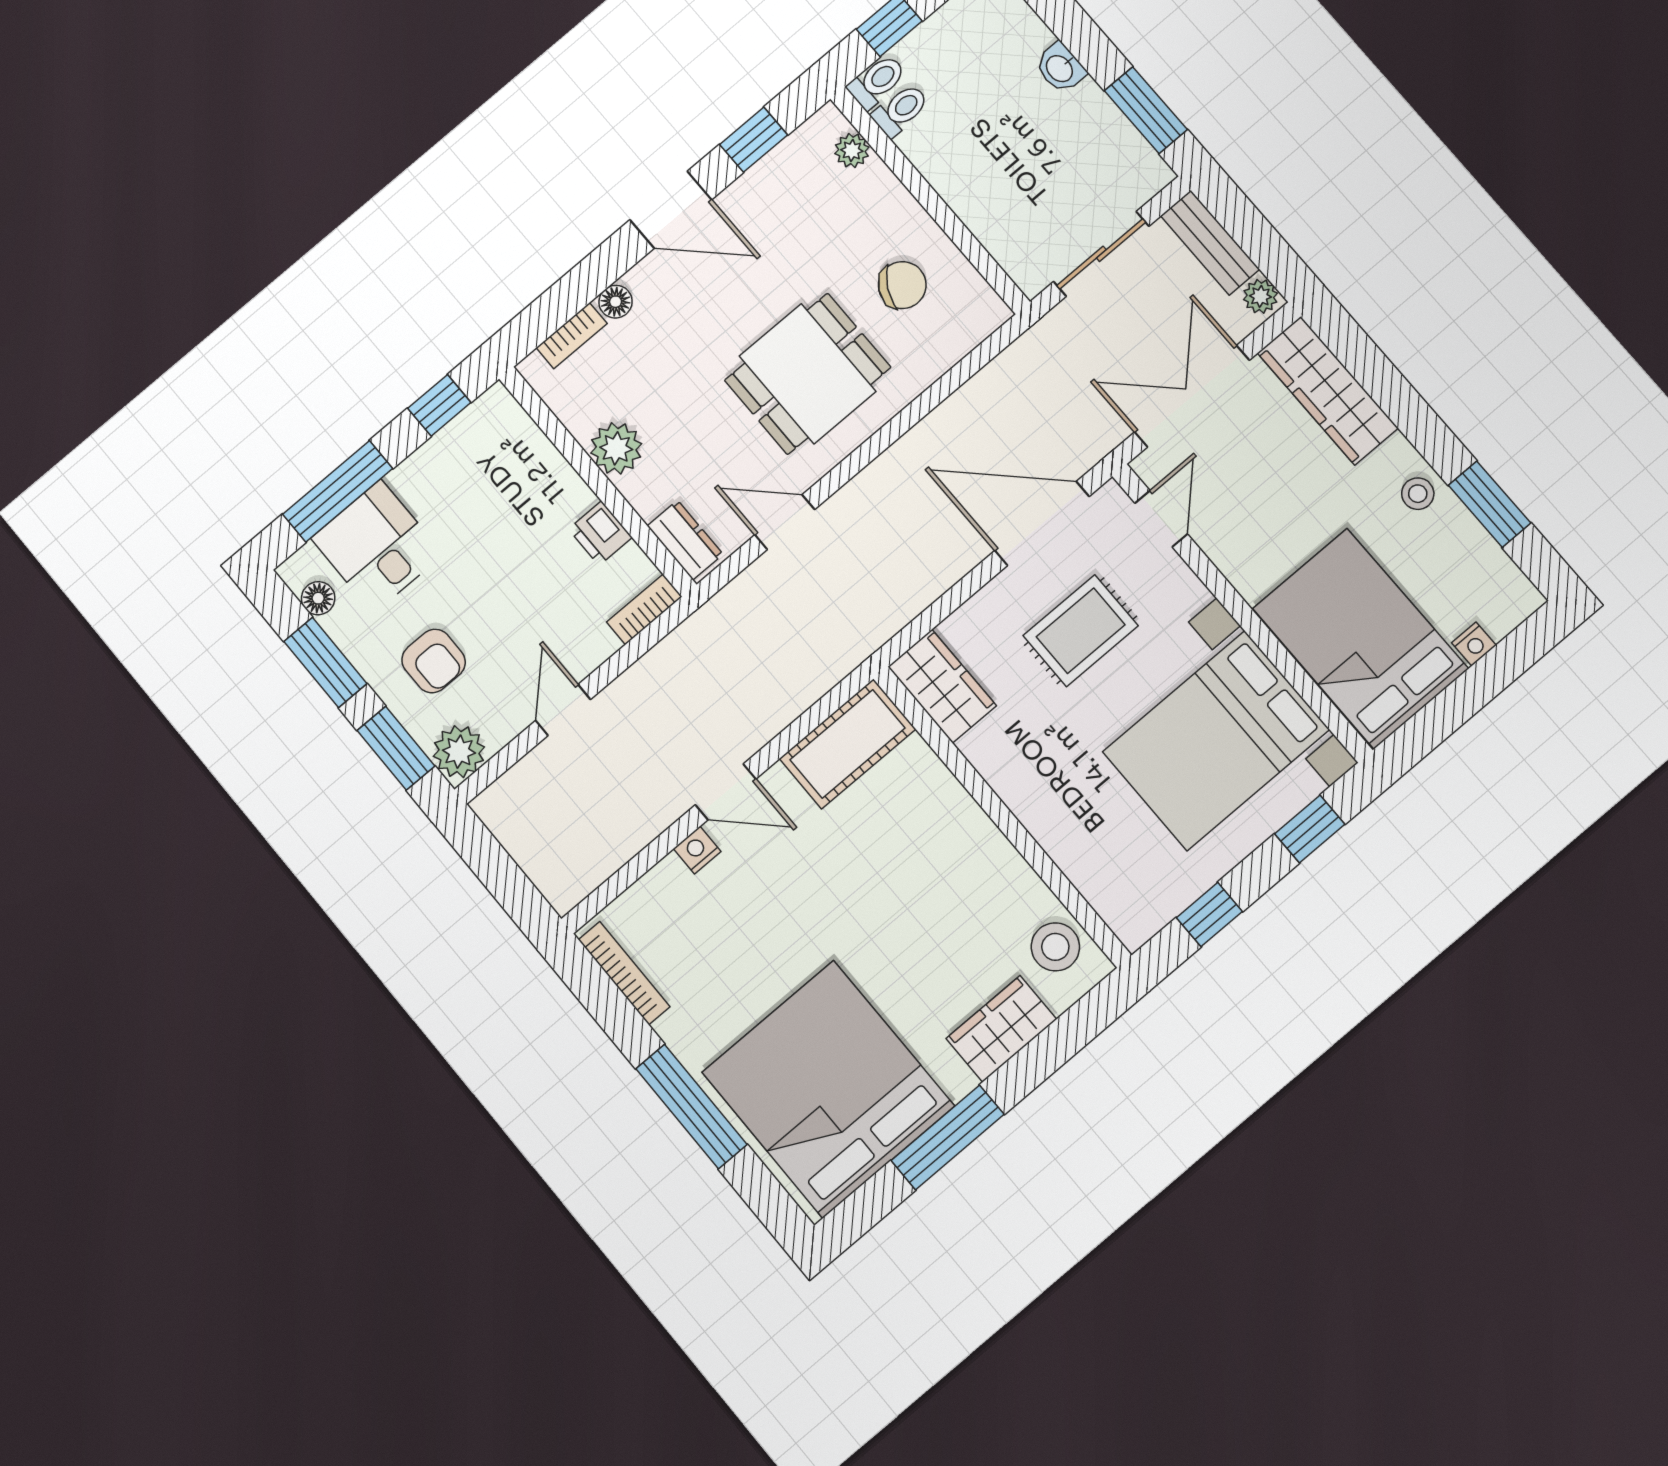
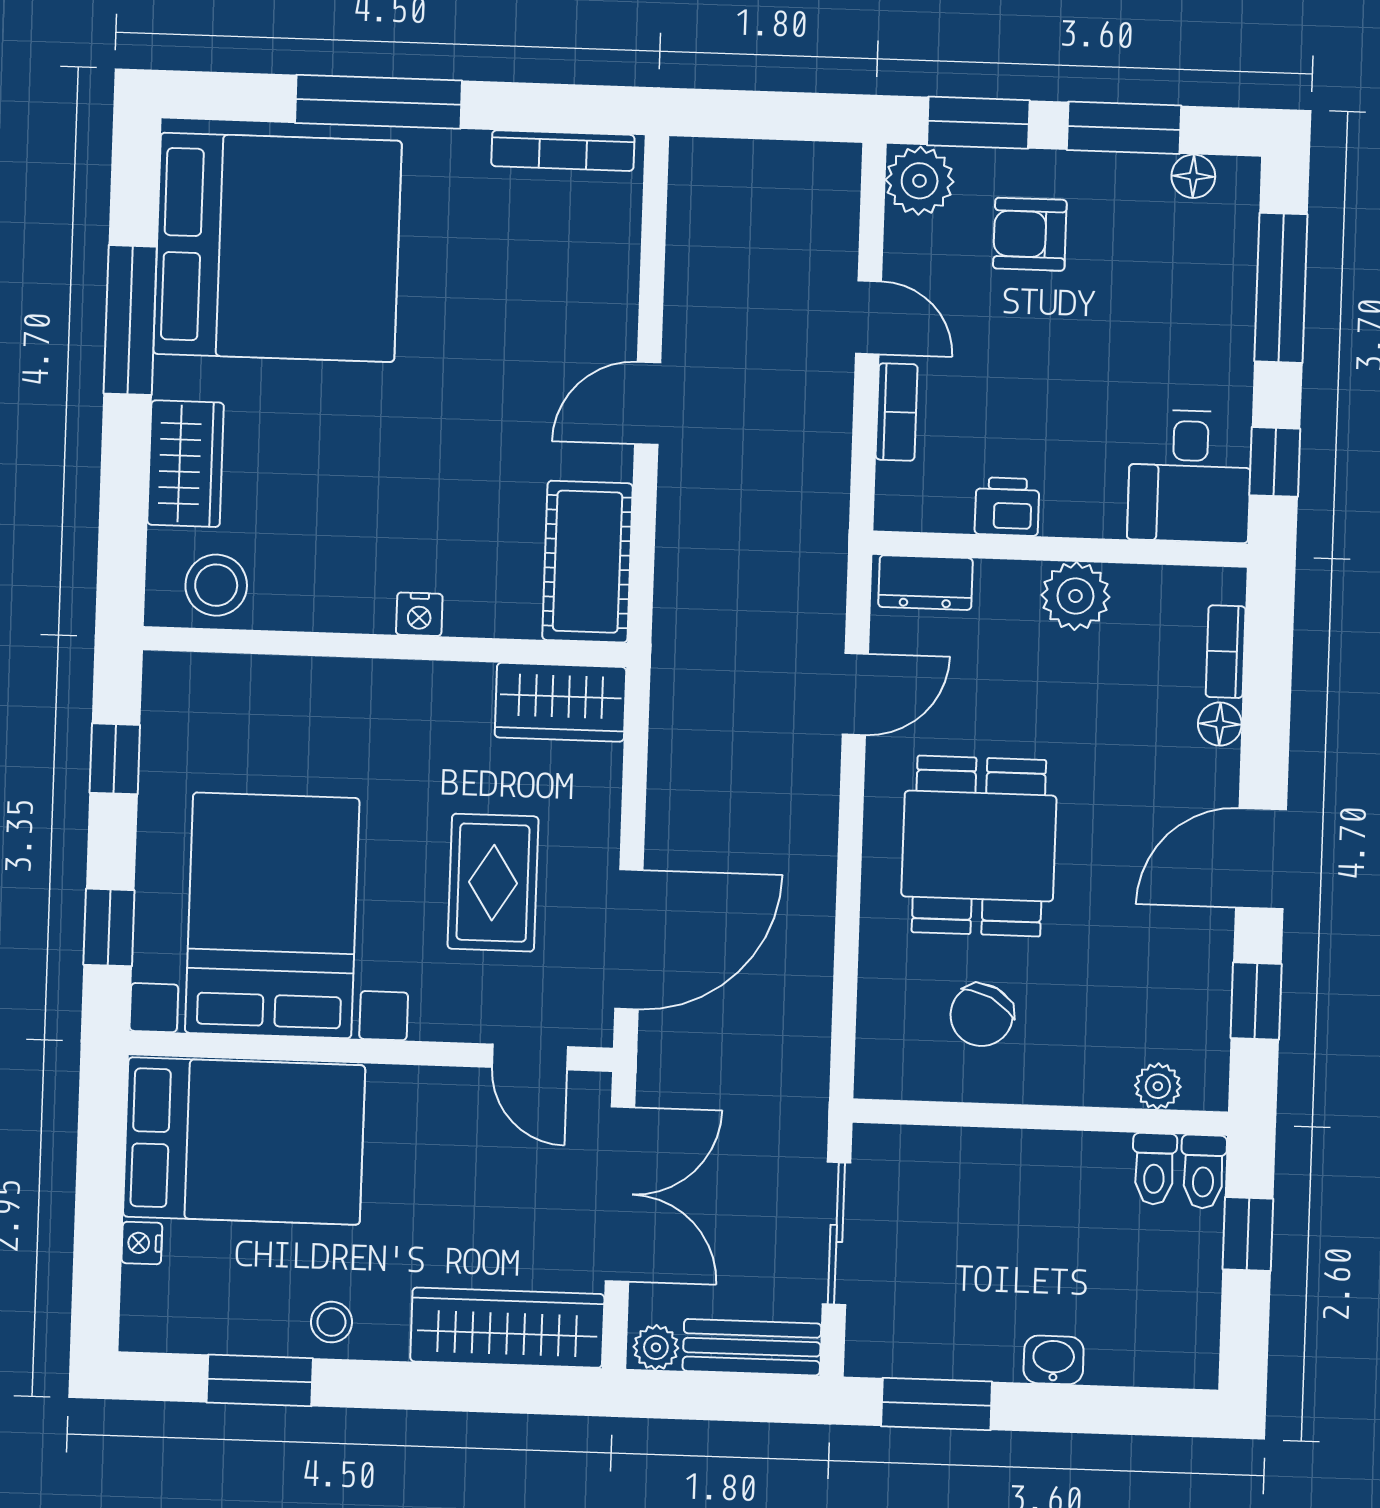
desk: (377, 546) -> (1190, 476), moved, turned 90
bookcase: (644, 609) -> (897, 412), moved
nightstand: (697, 850) -> (419, 614), moved, turned 90

